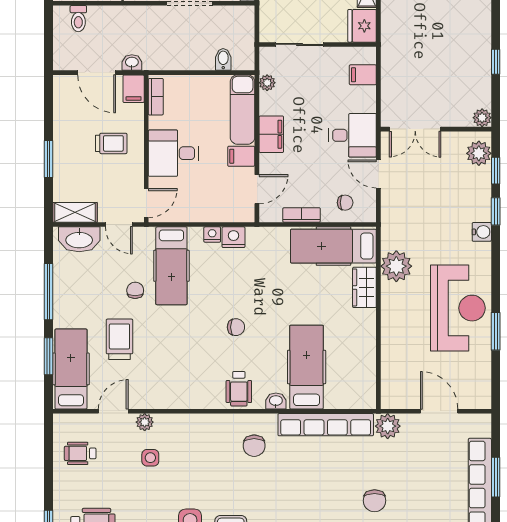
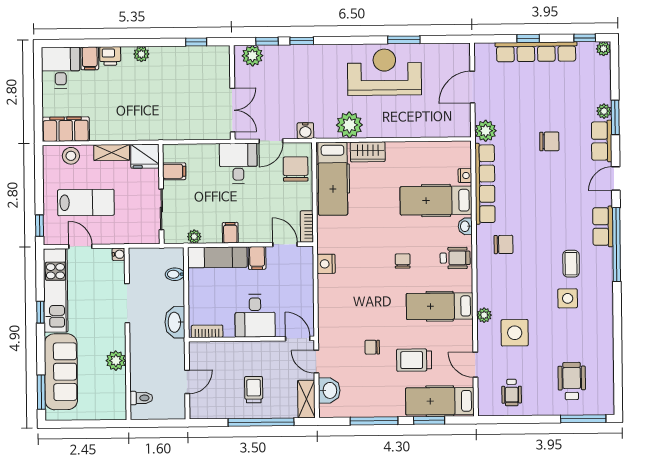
window: (496, 62) -> (196, 42), moved
washbasin: (132, 63) -> (175, 322), moved, width x1.91, depth x1.45
door: (97, 73) -> (187, 382), width x0.73
filing cabinet: (363, 75) -> (174, 171), moved, turned -90
filing cabinet: (134, 89) -> (201, 350), removed
plant: (482, 118) -> (141, 54), moved
filing cabinet: (271, 134) -> (230, 233), width x0.50
trolley: (111, 143) -> (254, 390), moved
window: (49, 159) -> (261, 422), width x2.11
chair: (345, 203) -> (296, 169), width x1.87, depth x1.87
bookcase: (302, 215) -> (307, 226), moved
door: (119, 225) -> (316, 362), swing flipped
water cooler: (482, 232) -> (305, 131), moved, turned 180
nightstand: (212, 235) -> (465, 176), moved, turned 180
washbasin: (79, 239) -> (329, 390), width x0.72
hospital bed: (171, 266) -> (440, 306), moved, turned 180
plant: (145, 422) -> (484, 315), moved
side table: (150, 458) -> (515, 333), width x1.87, depth x1.87
window: (496, 477) -> (528, 38), width x0.67

